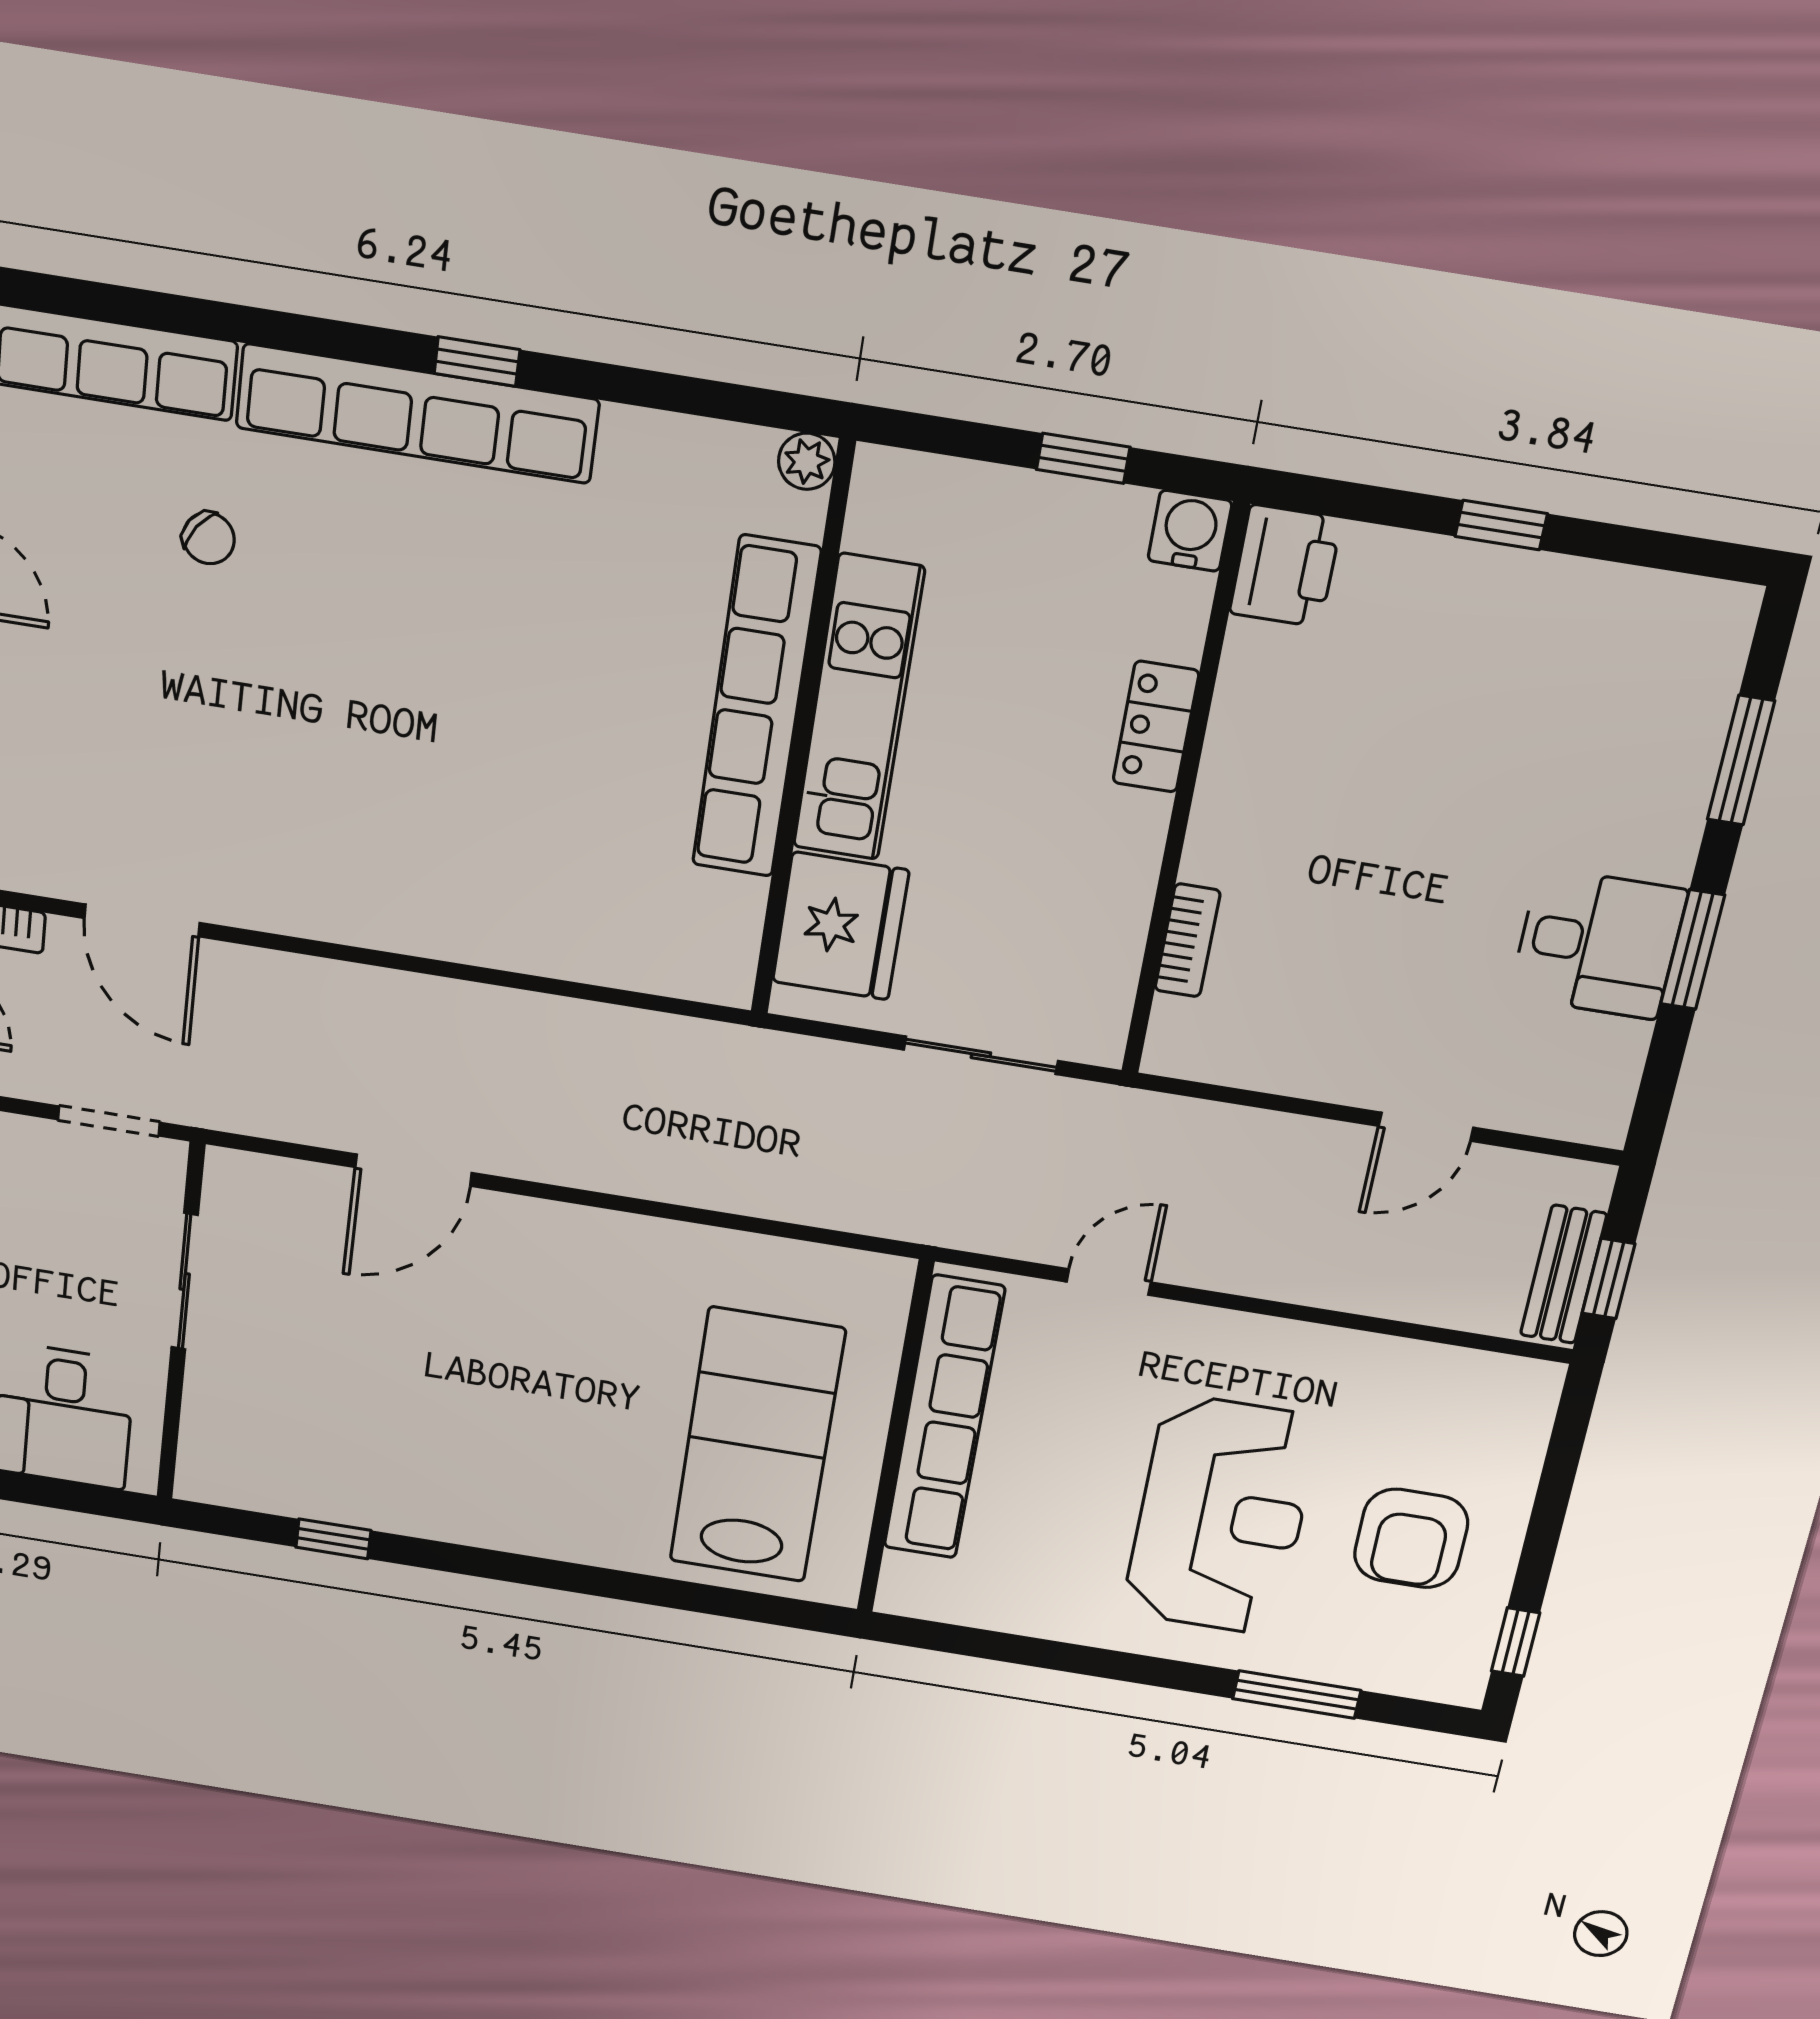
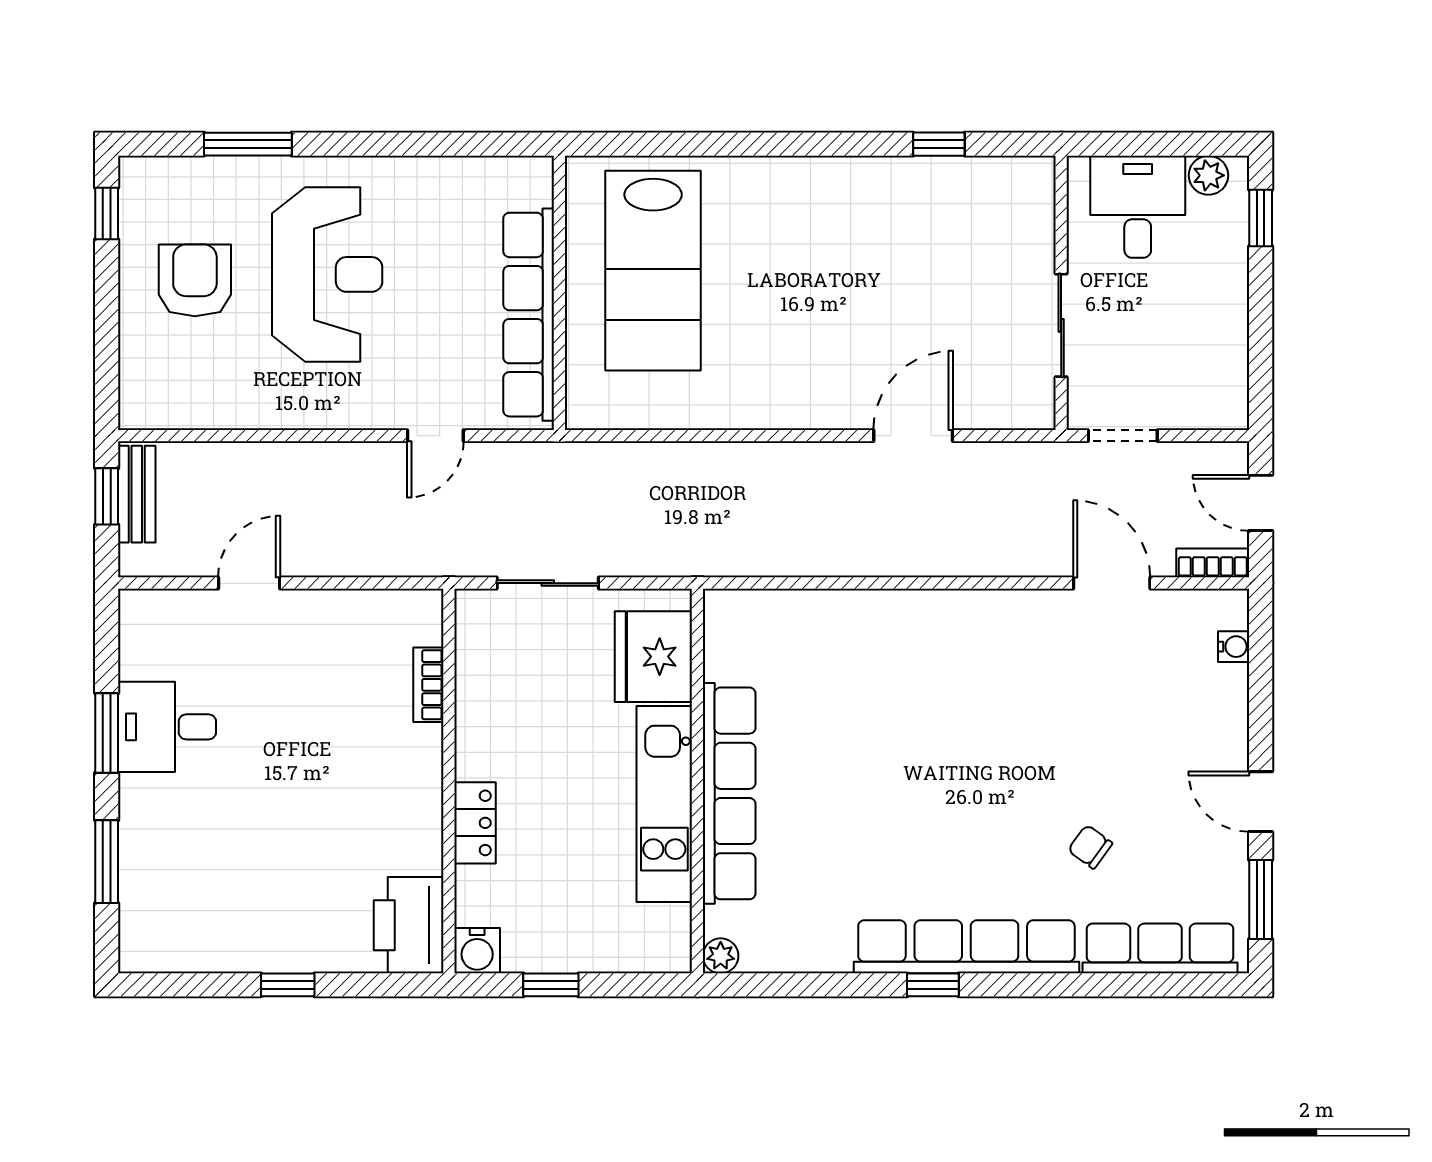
printer: (1285, 566) -> (409, 925), width x1.37, depth x1.19
reception desk: (1221, 1516) -> (327, 274), turned 180

